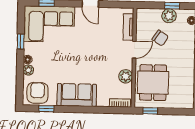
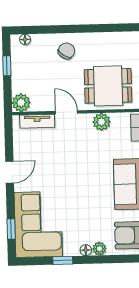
plant: (169, 16) -> (21, 103), moved
chair: (160, 38) -> (66, 51), moved

